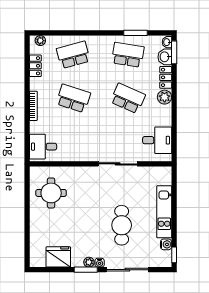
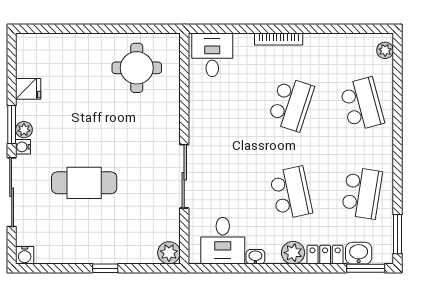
window: (135, 33) -> (397, 234), moved
washbasin: (167, 42) -> (255, 257), moved
locker: (35, 66) -> (344, 42), removed
school desk: (128, 98) -> (291, 193), turned -36
plant: (165, 173) -> (169, 253), added
kitchen unit: (164, 212) -> (106, 252), removed
water cooler: (166, 244) -> (25, 255), moved
window: (174, 255) -> (105, 268), moved
fridge: (58, 257) -> (28, 89), width x0.53, depth x0.75

